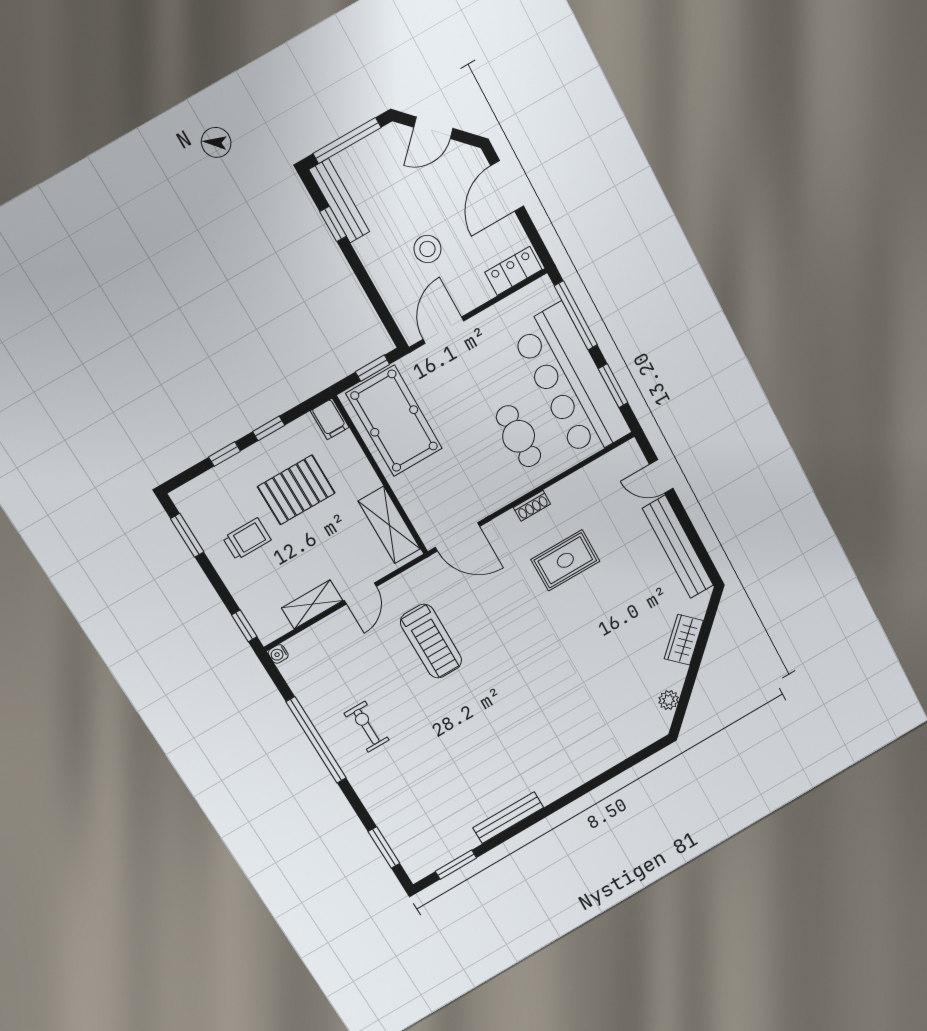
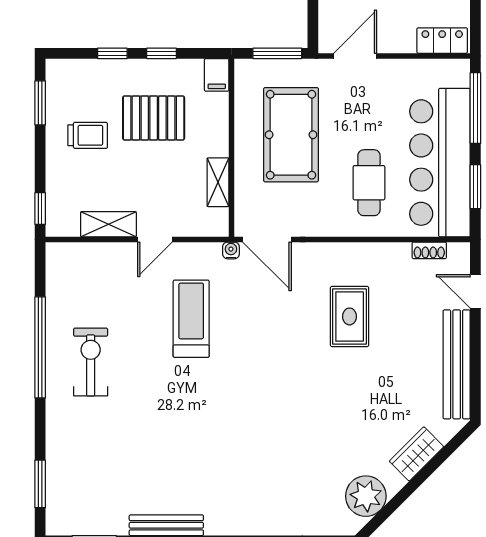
window: (372, 368) -> (277, 53), width x1.50
pool table: (394, 421) -> (291, 135), moved
shoe rack: (532, 506) -> (429, 250), moved
shelving: (389, 525) -> (218, 182), width x0.67, depth x0.75
rug: (565, 560) -> (350, 316), turned 90
treadmill: (431, 641) -> (191, 319), turned 180
water cooler: (278, 654) -> (231, 250), moved, turned 90
plant: (669, 700) -> (366, 496), width x1.88, depth x1.88
exercise bike: (367, 727) -> (91, 362), width x1.38, depth x1.39

